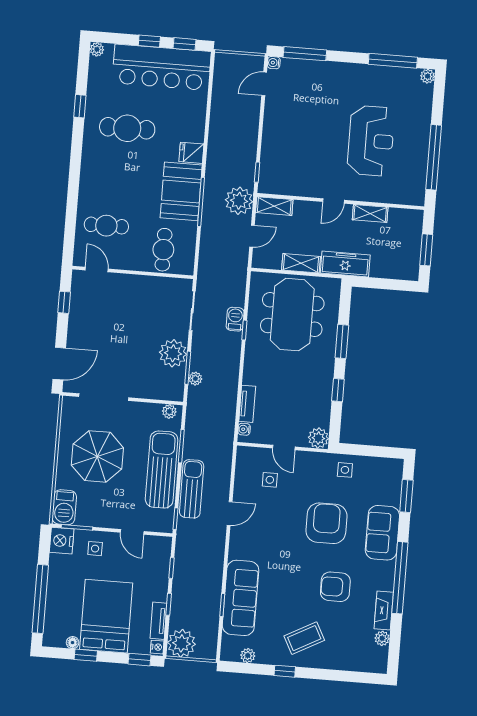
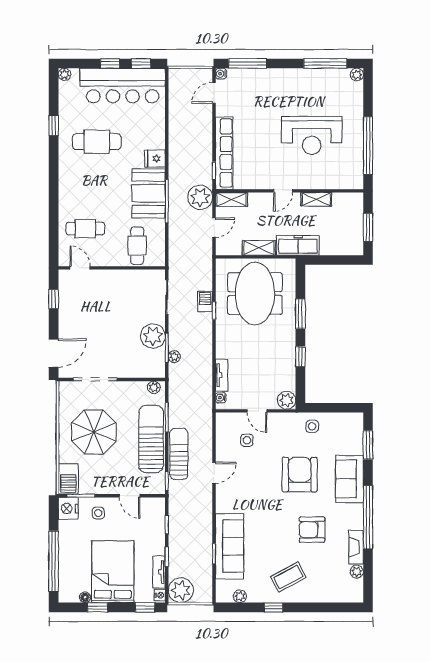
reception desk: (371, 141) -> (312, 135), turned 90
row of seats: (270, 153) -> (224, 153), added

